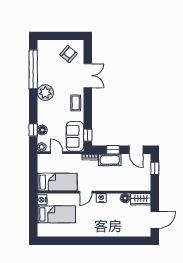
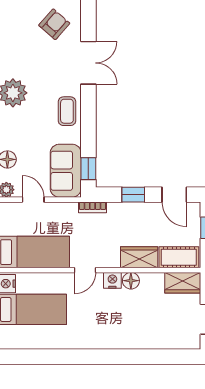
cot: (110, 160) -> (179, 257), moved
wardrobe: (116, 185) -> (139, 257), added
floor lamp: (125, 198) -> (131, 281), moved

